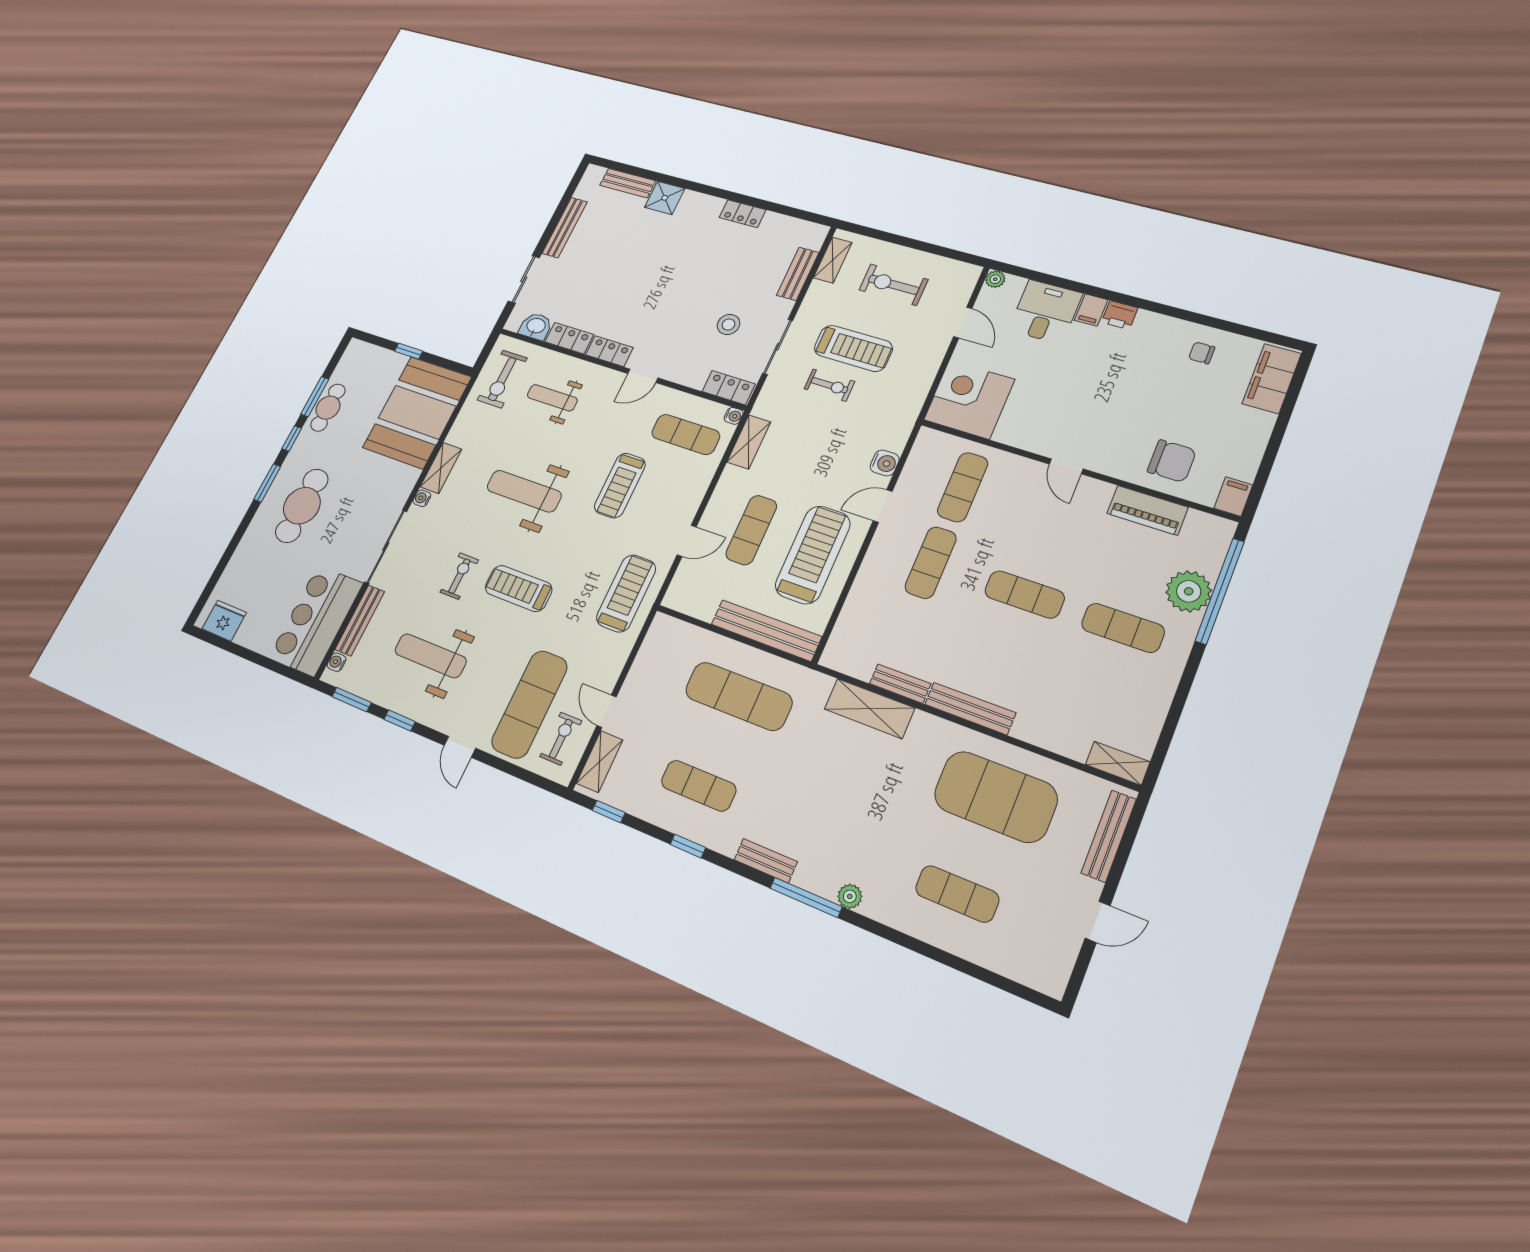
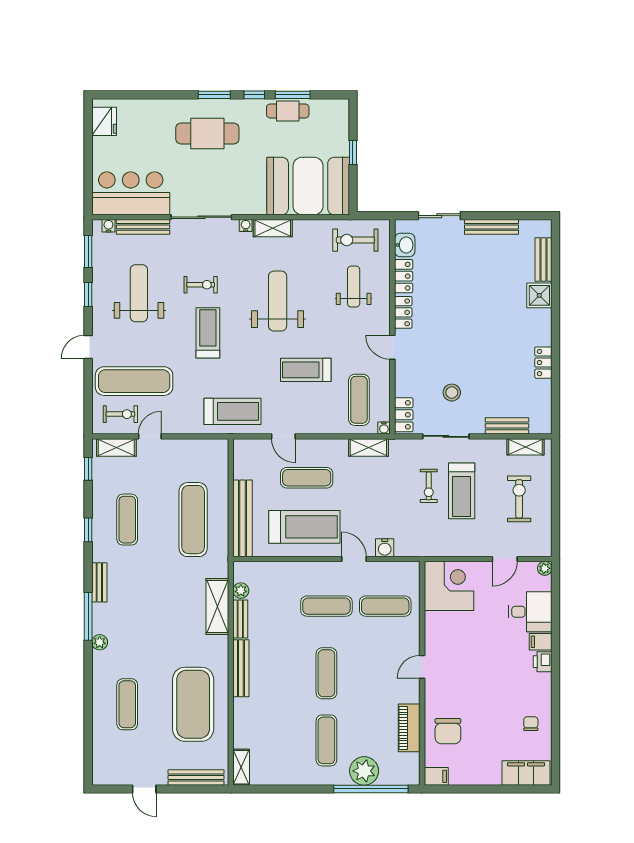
plant: (861, 668) -> (241, 591), added

